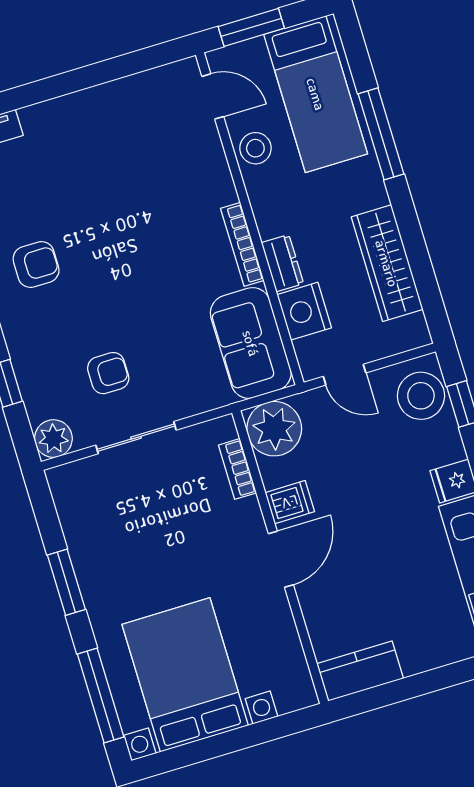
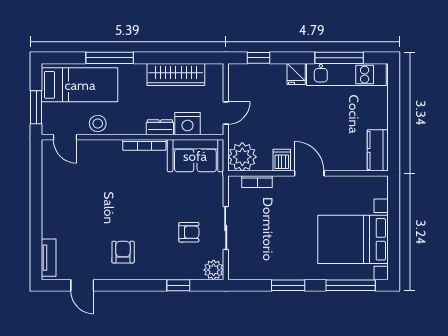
door: (213, 96) -> (65, 137), swing flipped
armchair: (108, 373) -> (189, 232), turned 90
stool: (421, 396) -> (248, 78), removed

